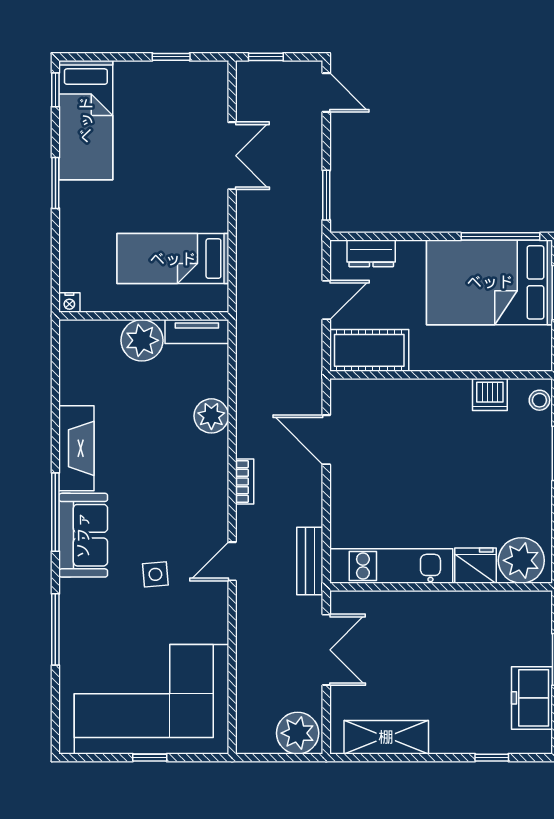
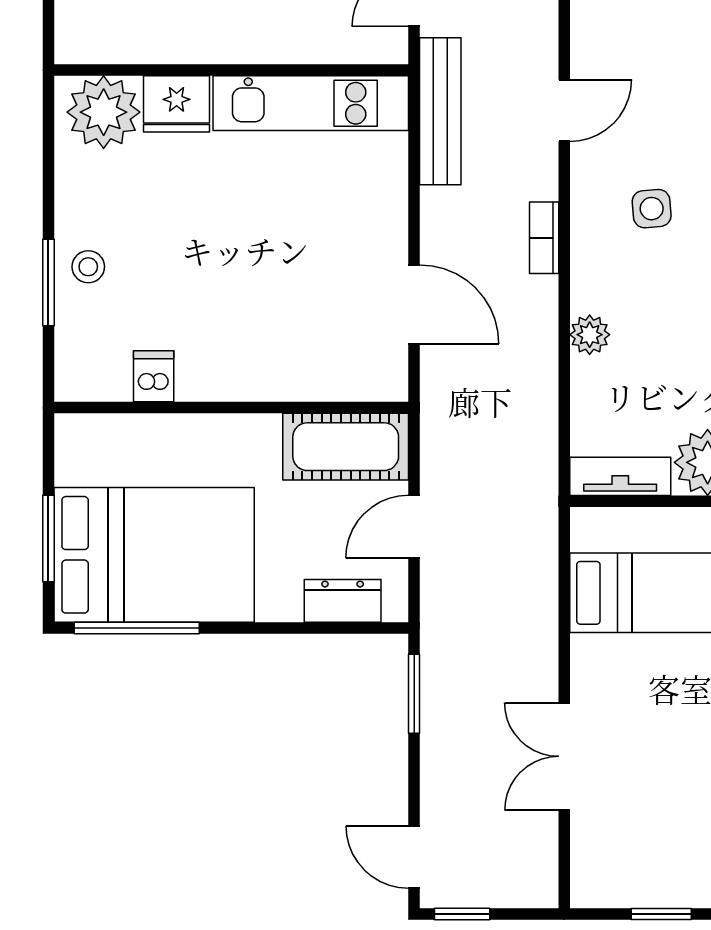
window: (266, 57) -> (462, 914), moved
dishwasher: (490, 394) -> (154, 376), width x0.73
stool: (539, 400) -> (88, 267), moved
plant: (211, 416) -> (590, 335), width x0.73, depth x0.73
bench: (310, 561) -> (440, 111), width x1.36
side table: (155, 574) -> (652, 209), moved

